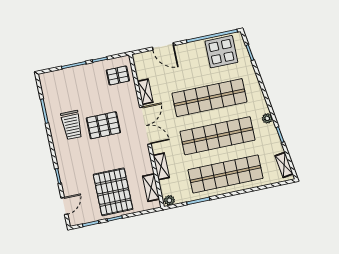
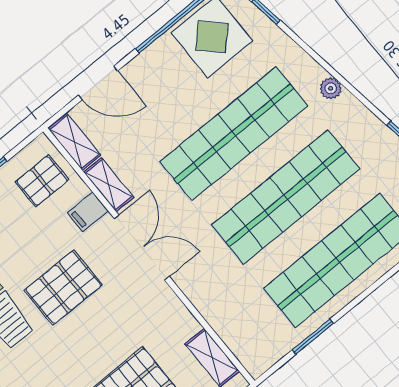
filing cabinet: (130, 99) -> (88, 212), added
plant: (267, 118) -> (331, 88), moved
shelving: (161, 166) -> (74, 142), moved
plant: (169, 200) -> (259, 364), removed

